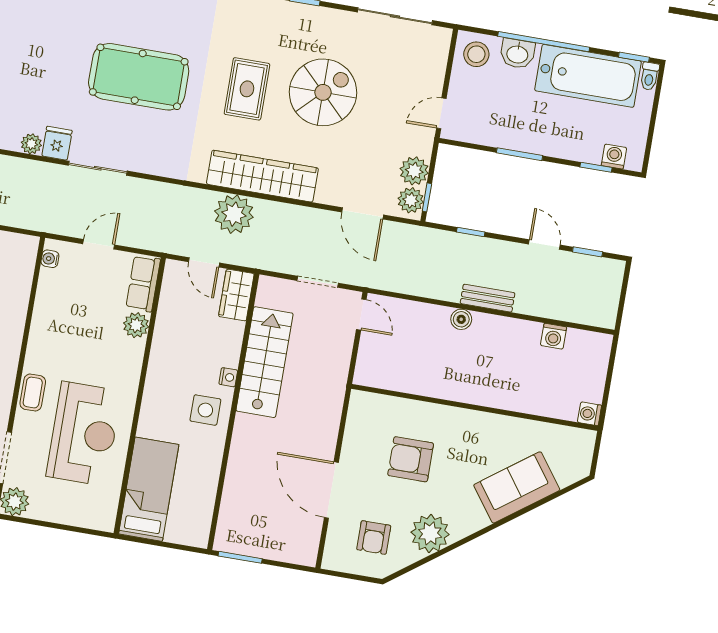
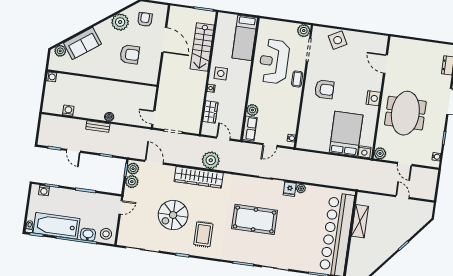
rug: (247, 89) -> (203, 234), moved
wardrobe: (236, 295) -> (210, 112), moved
stairs: (265, 362) -> (202, 47), moved
plant: (568, 472) -> (60, 51), added

